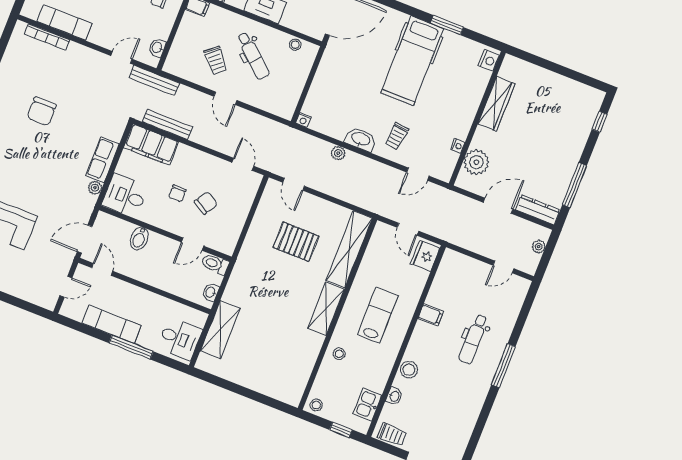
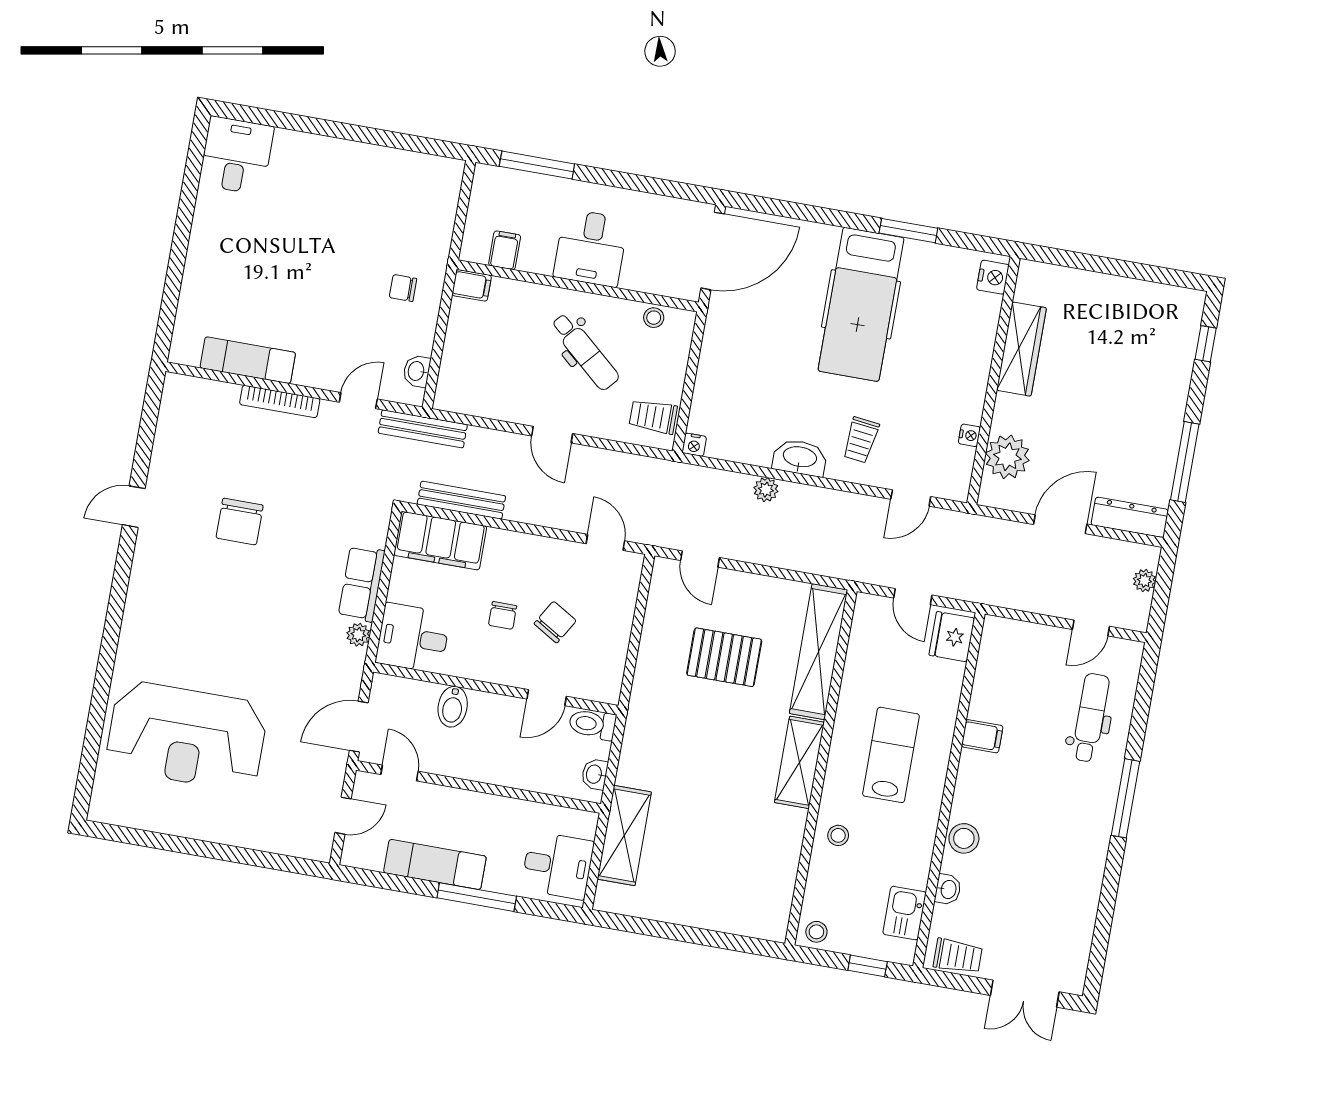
bookcase: (47, 37) -> (280, 401), moved
trolley: (216, 60) -> (653, 417), moved, turned 131
dental chair: (473, 339) -> (1090, 718), moved, turned 180

